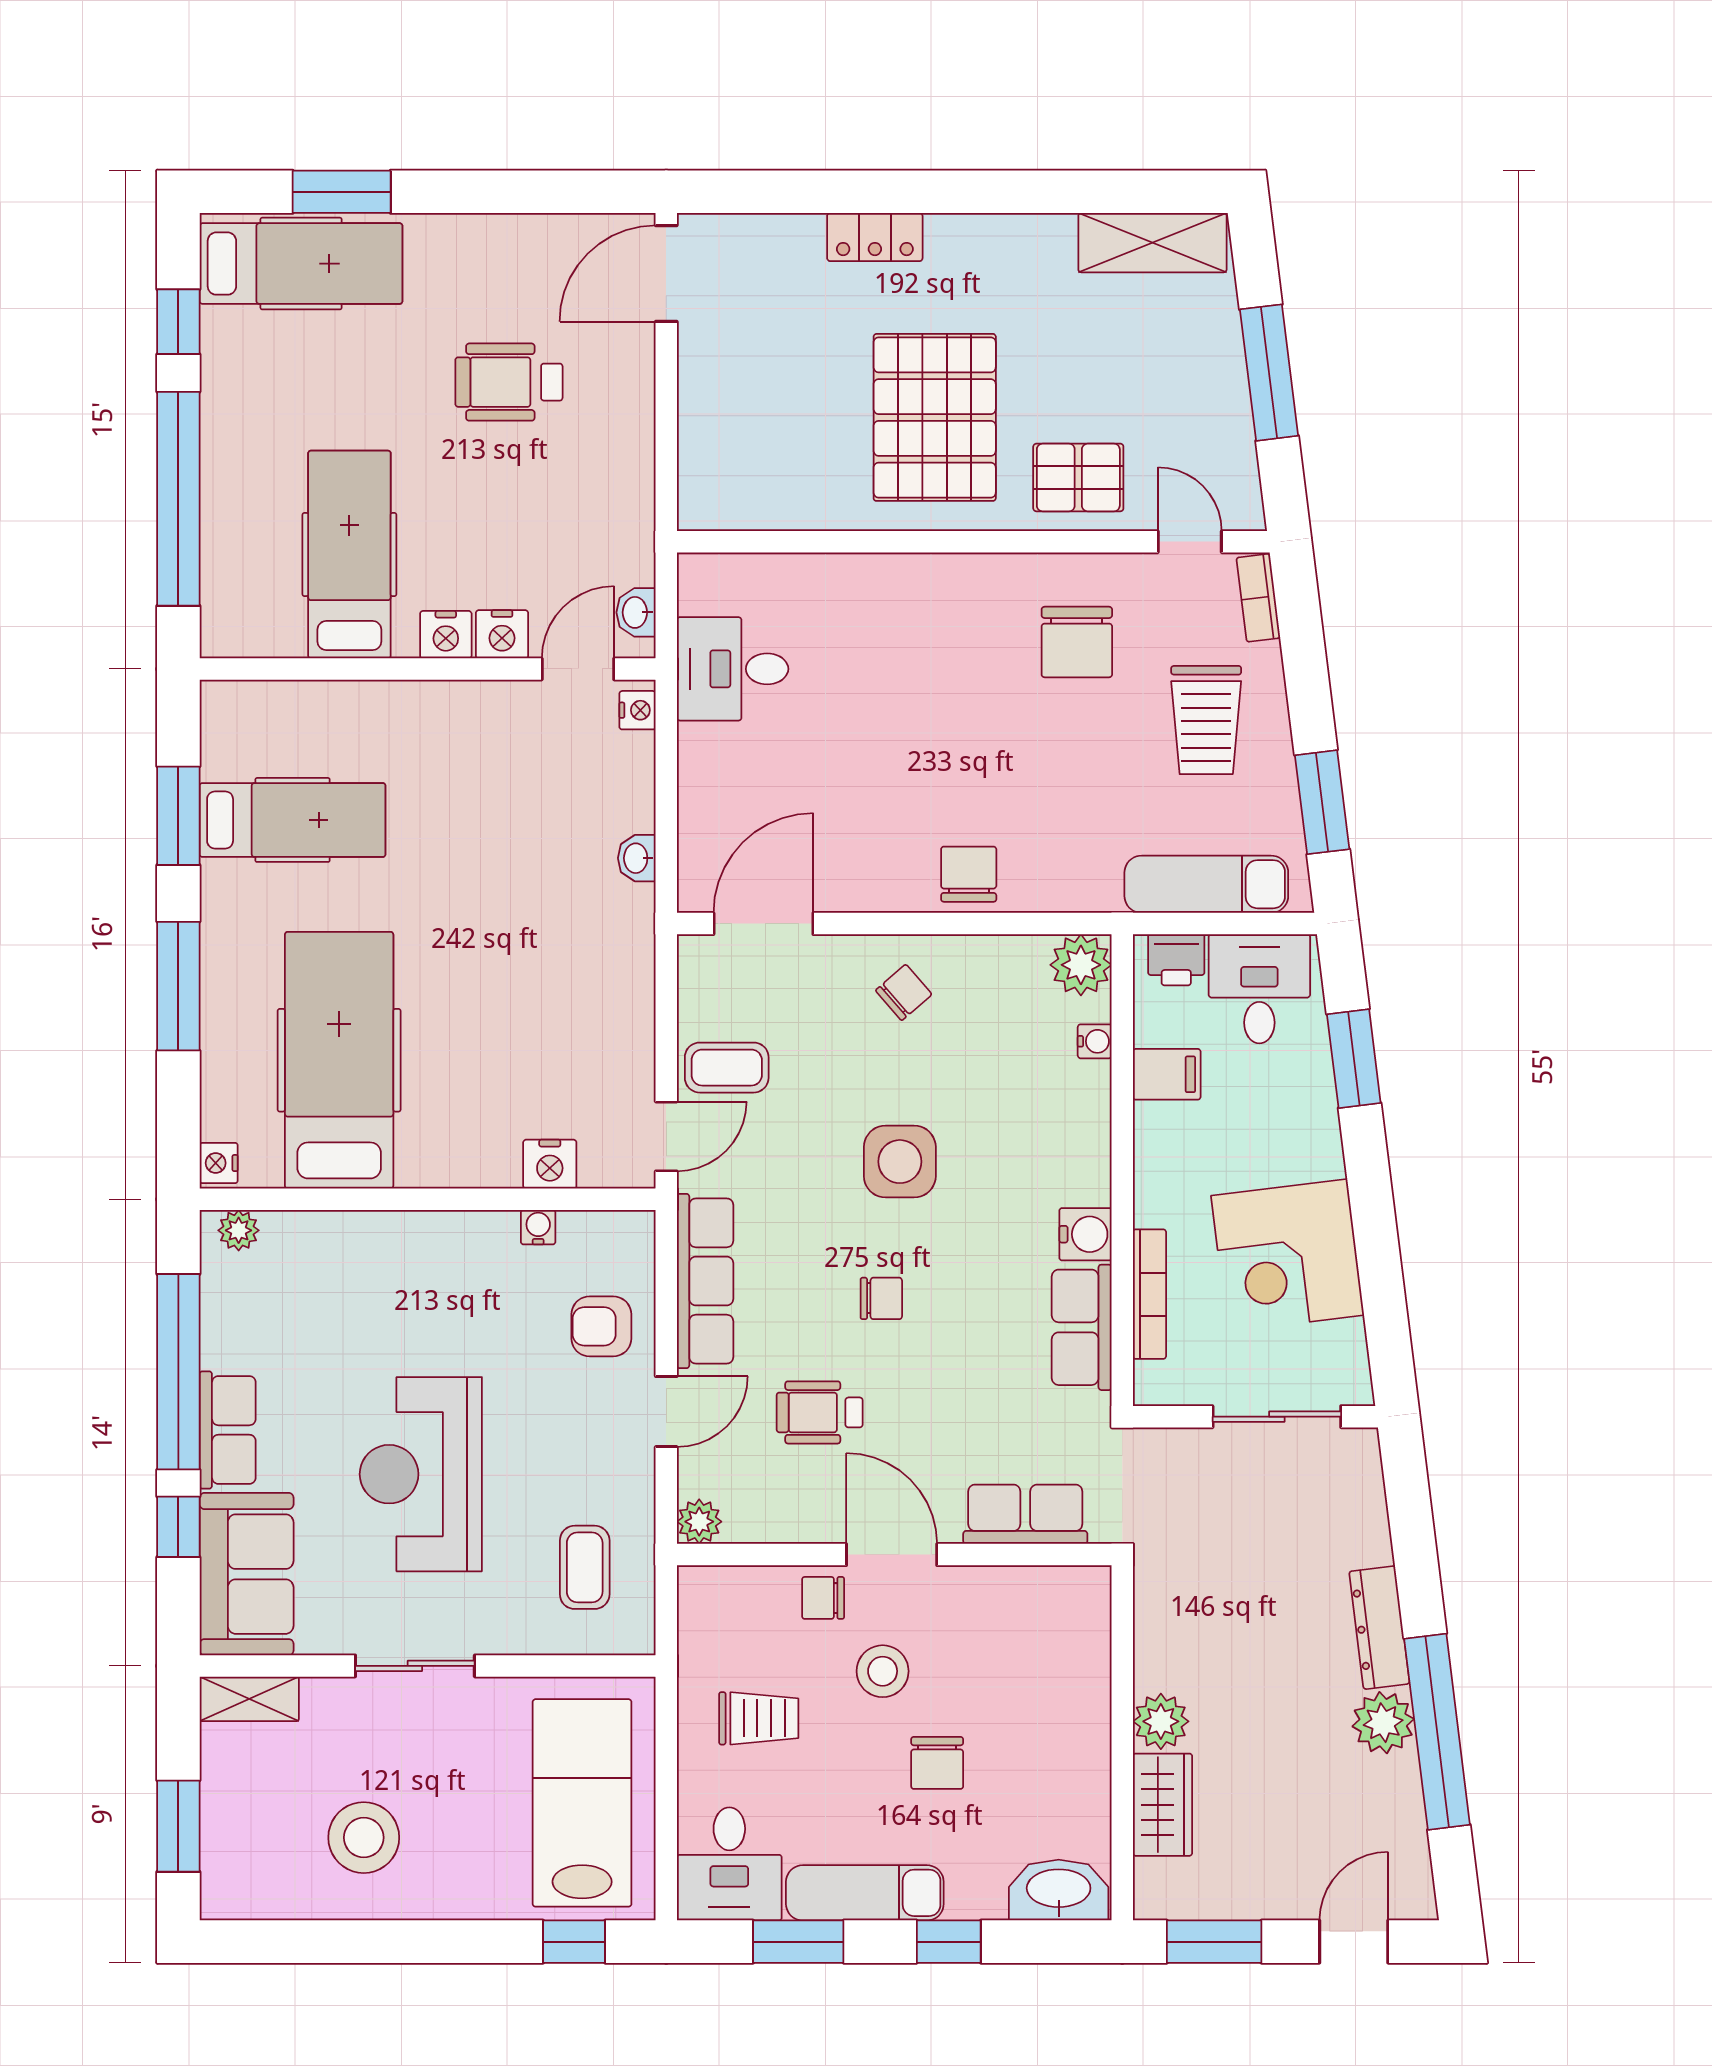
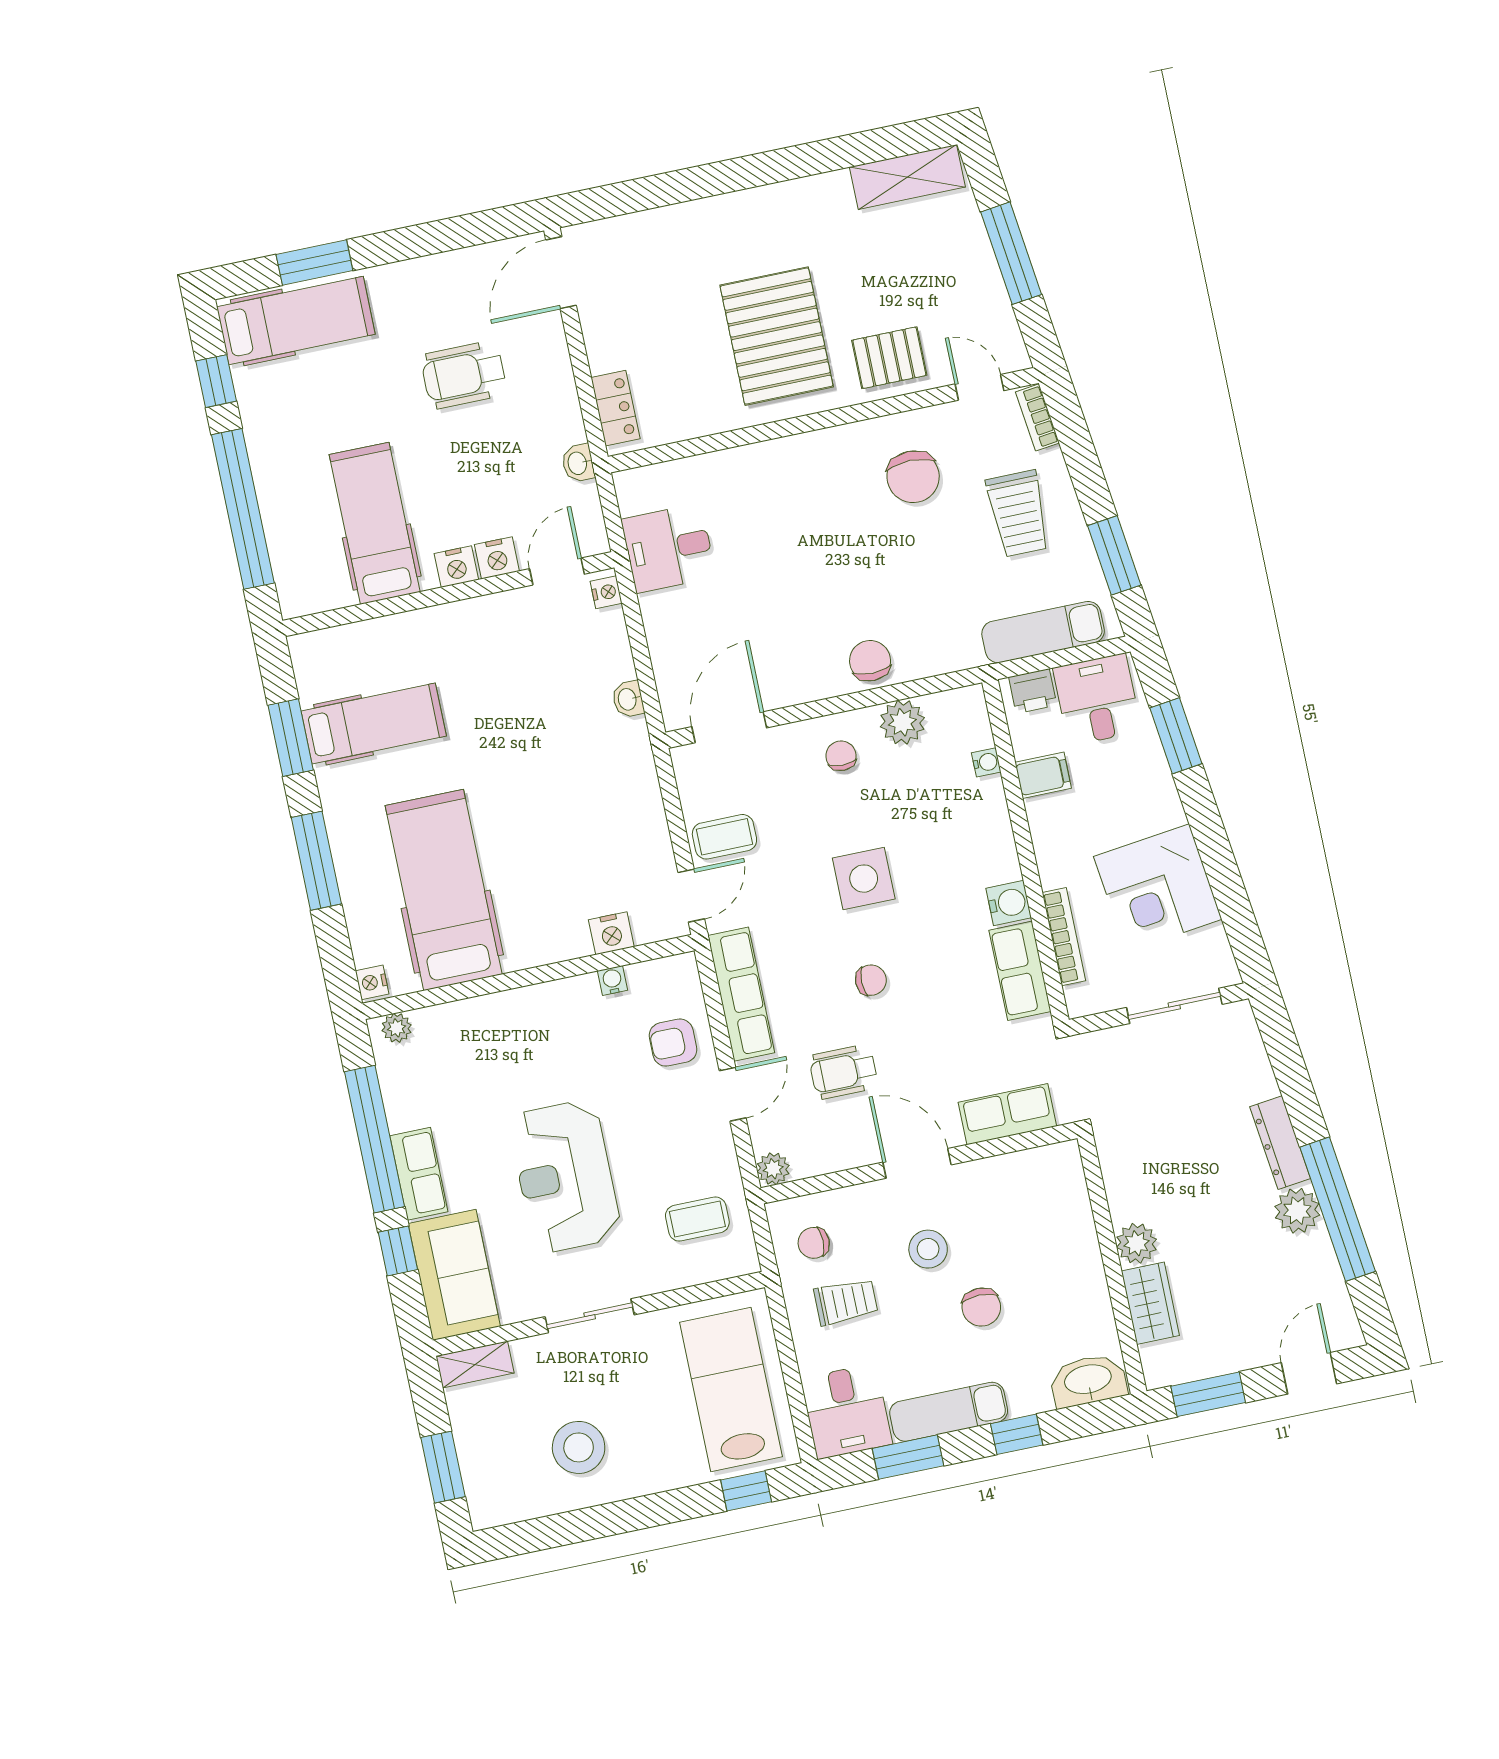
locker: (875, 237) -> (615, 408), moved, turned -90
washbasin: (636, 612) -> (578, 463), moved
plant: (1081, 965) -> (902, 722), moved
chair: (904, 992) -> (841, 756), turned -49
coffee table: (585, 1567) -> (697, 1219), turned 90
chair: (823, 1598) -> (814, 1243), moved

